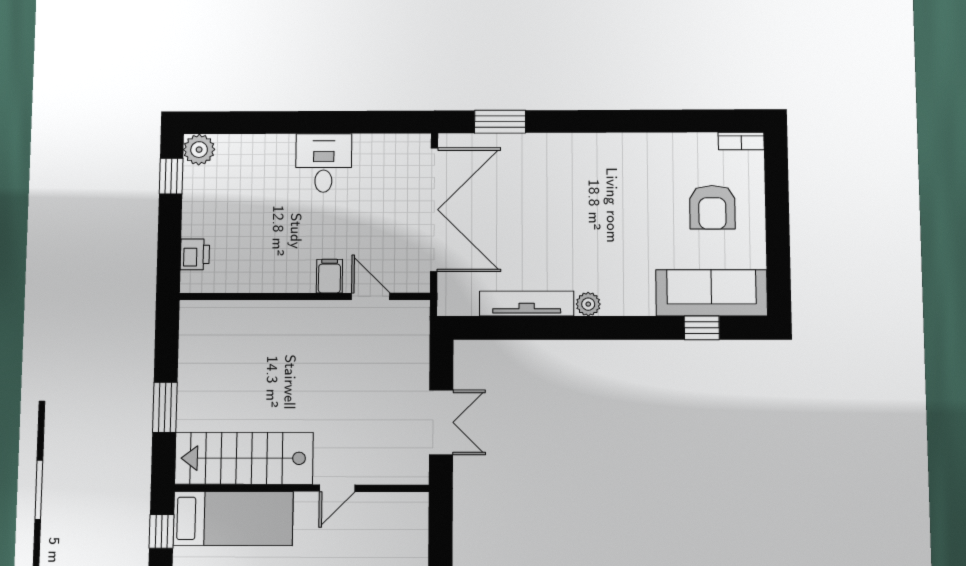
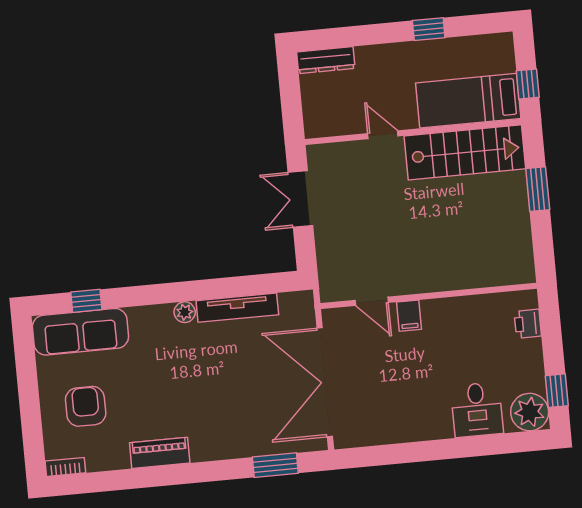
piano: (631, 147) -> (160, 453), added
plant: (199, 150) -> (530, 412), width x1.36, depth x1.36
desk: (324, 163) -> (477, 410), moved
door: (337, 488) -> (383, 135), hinge flipped

